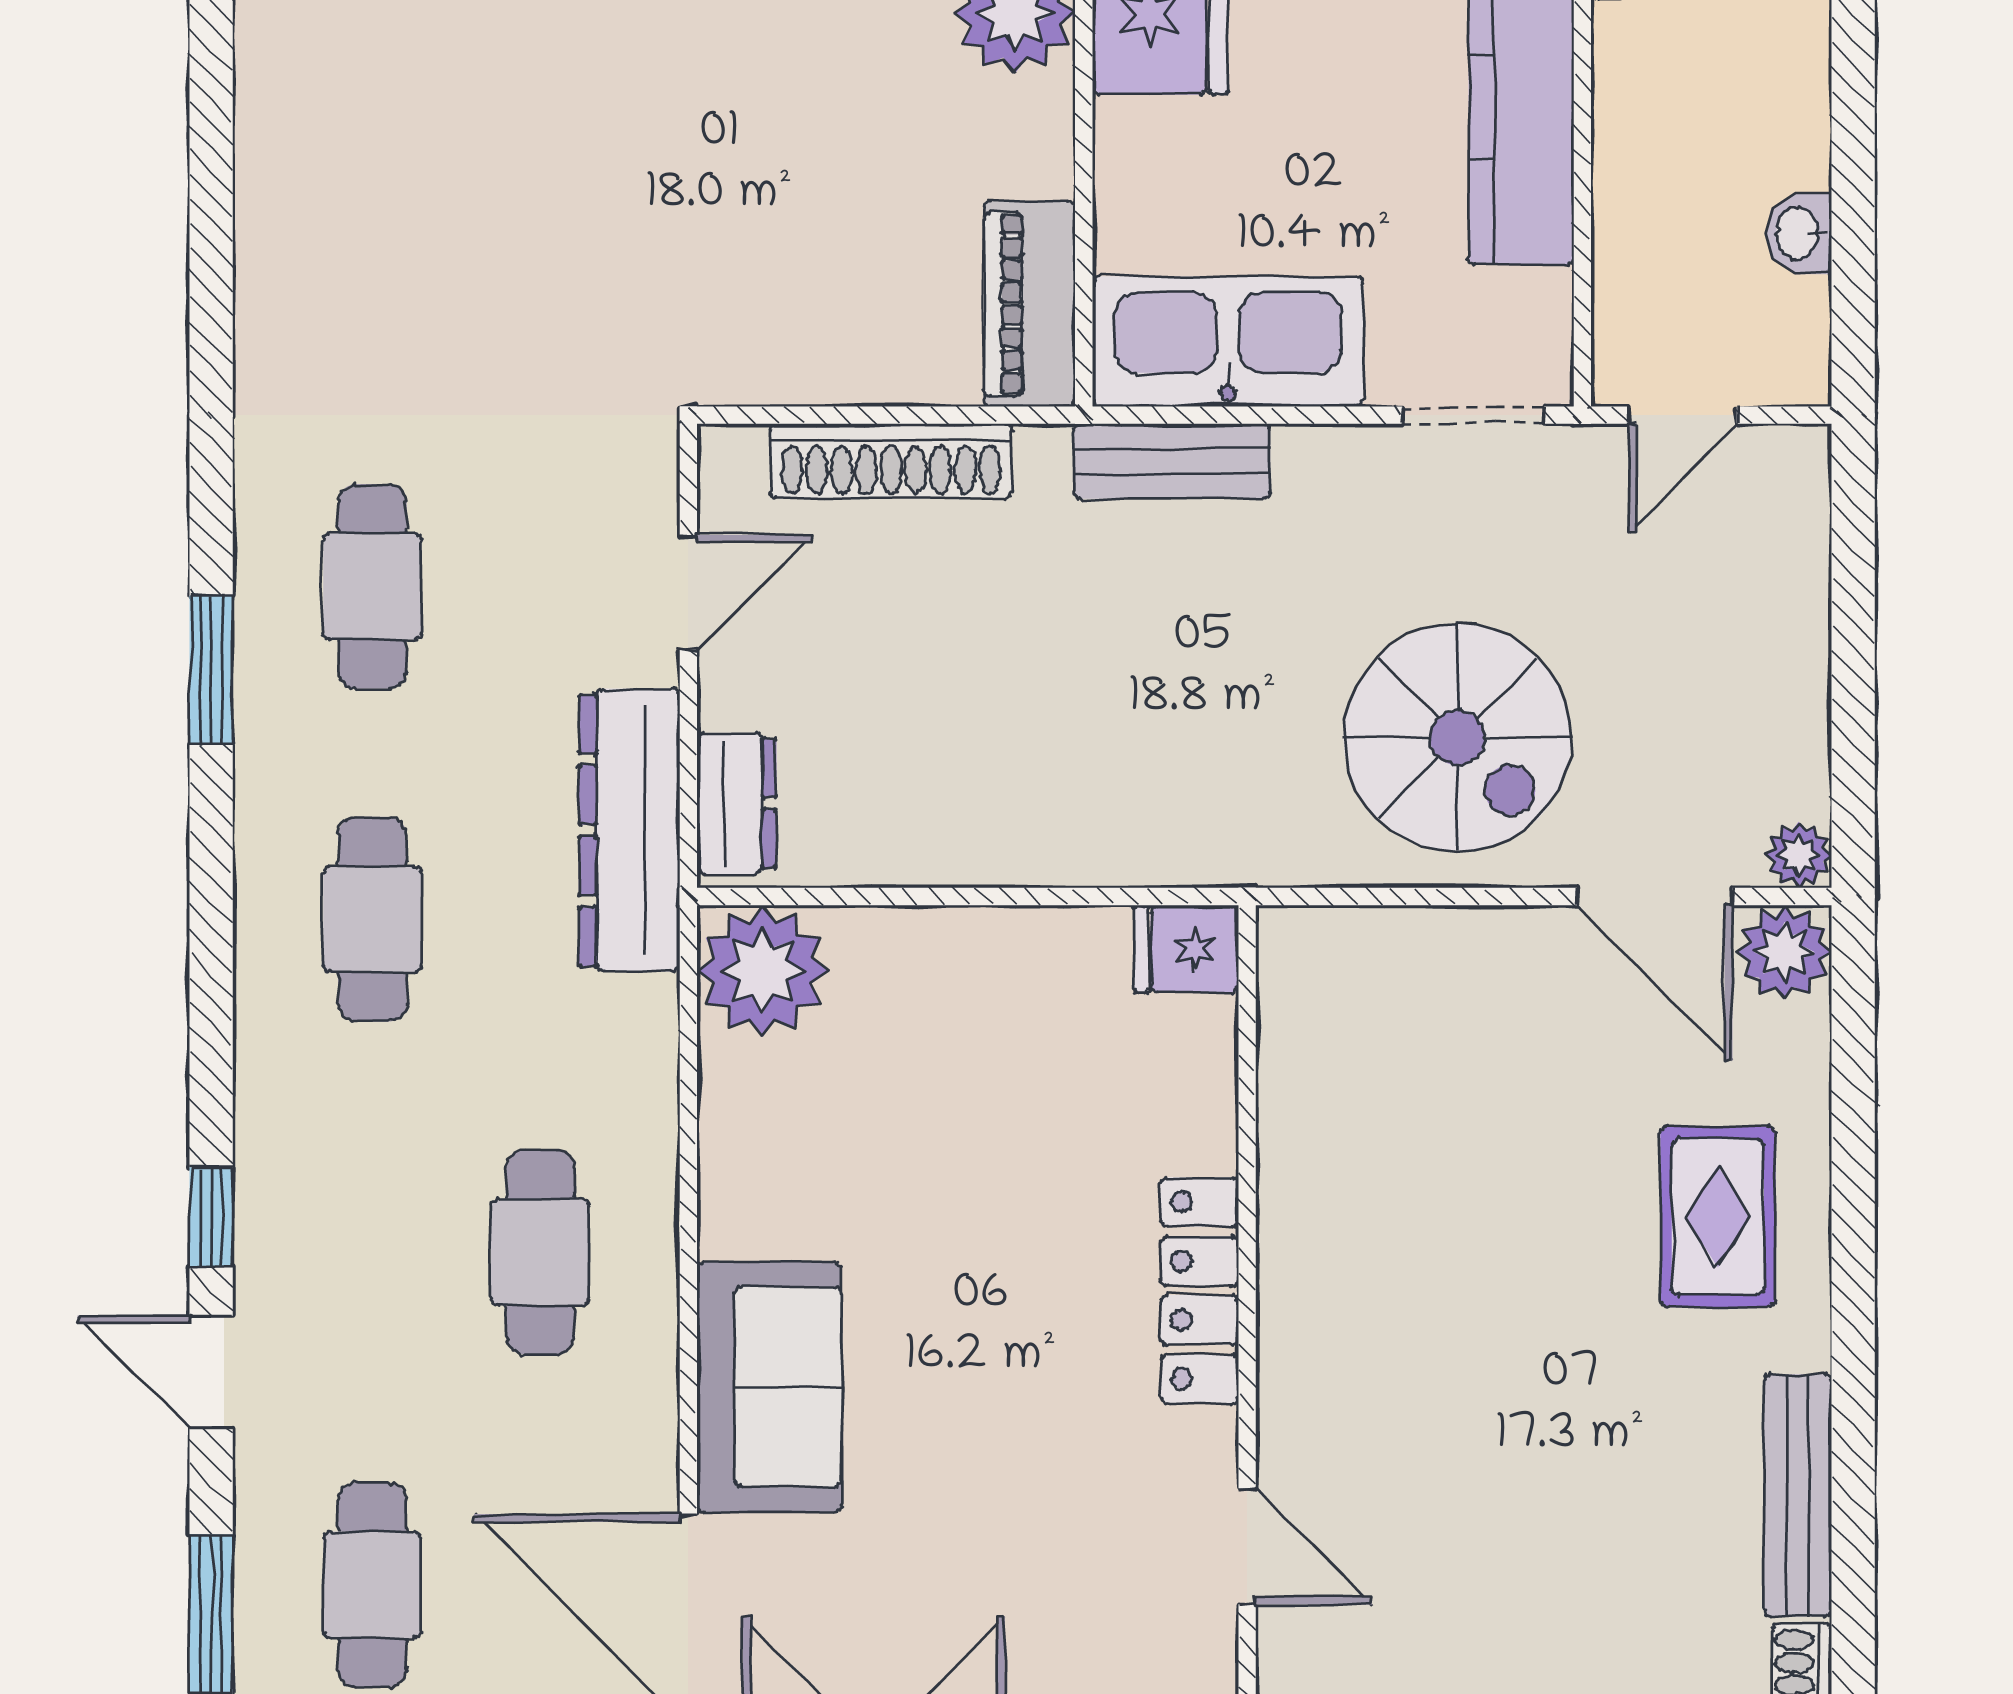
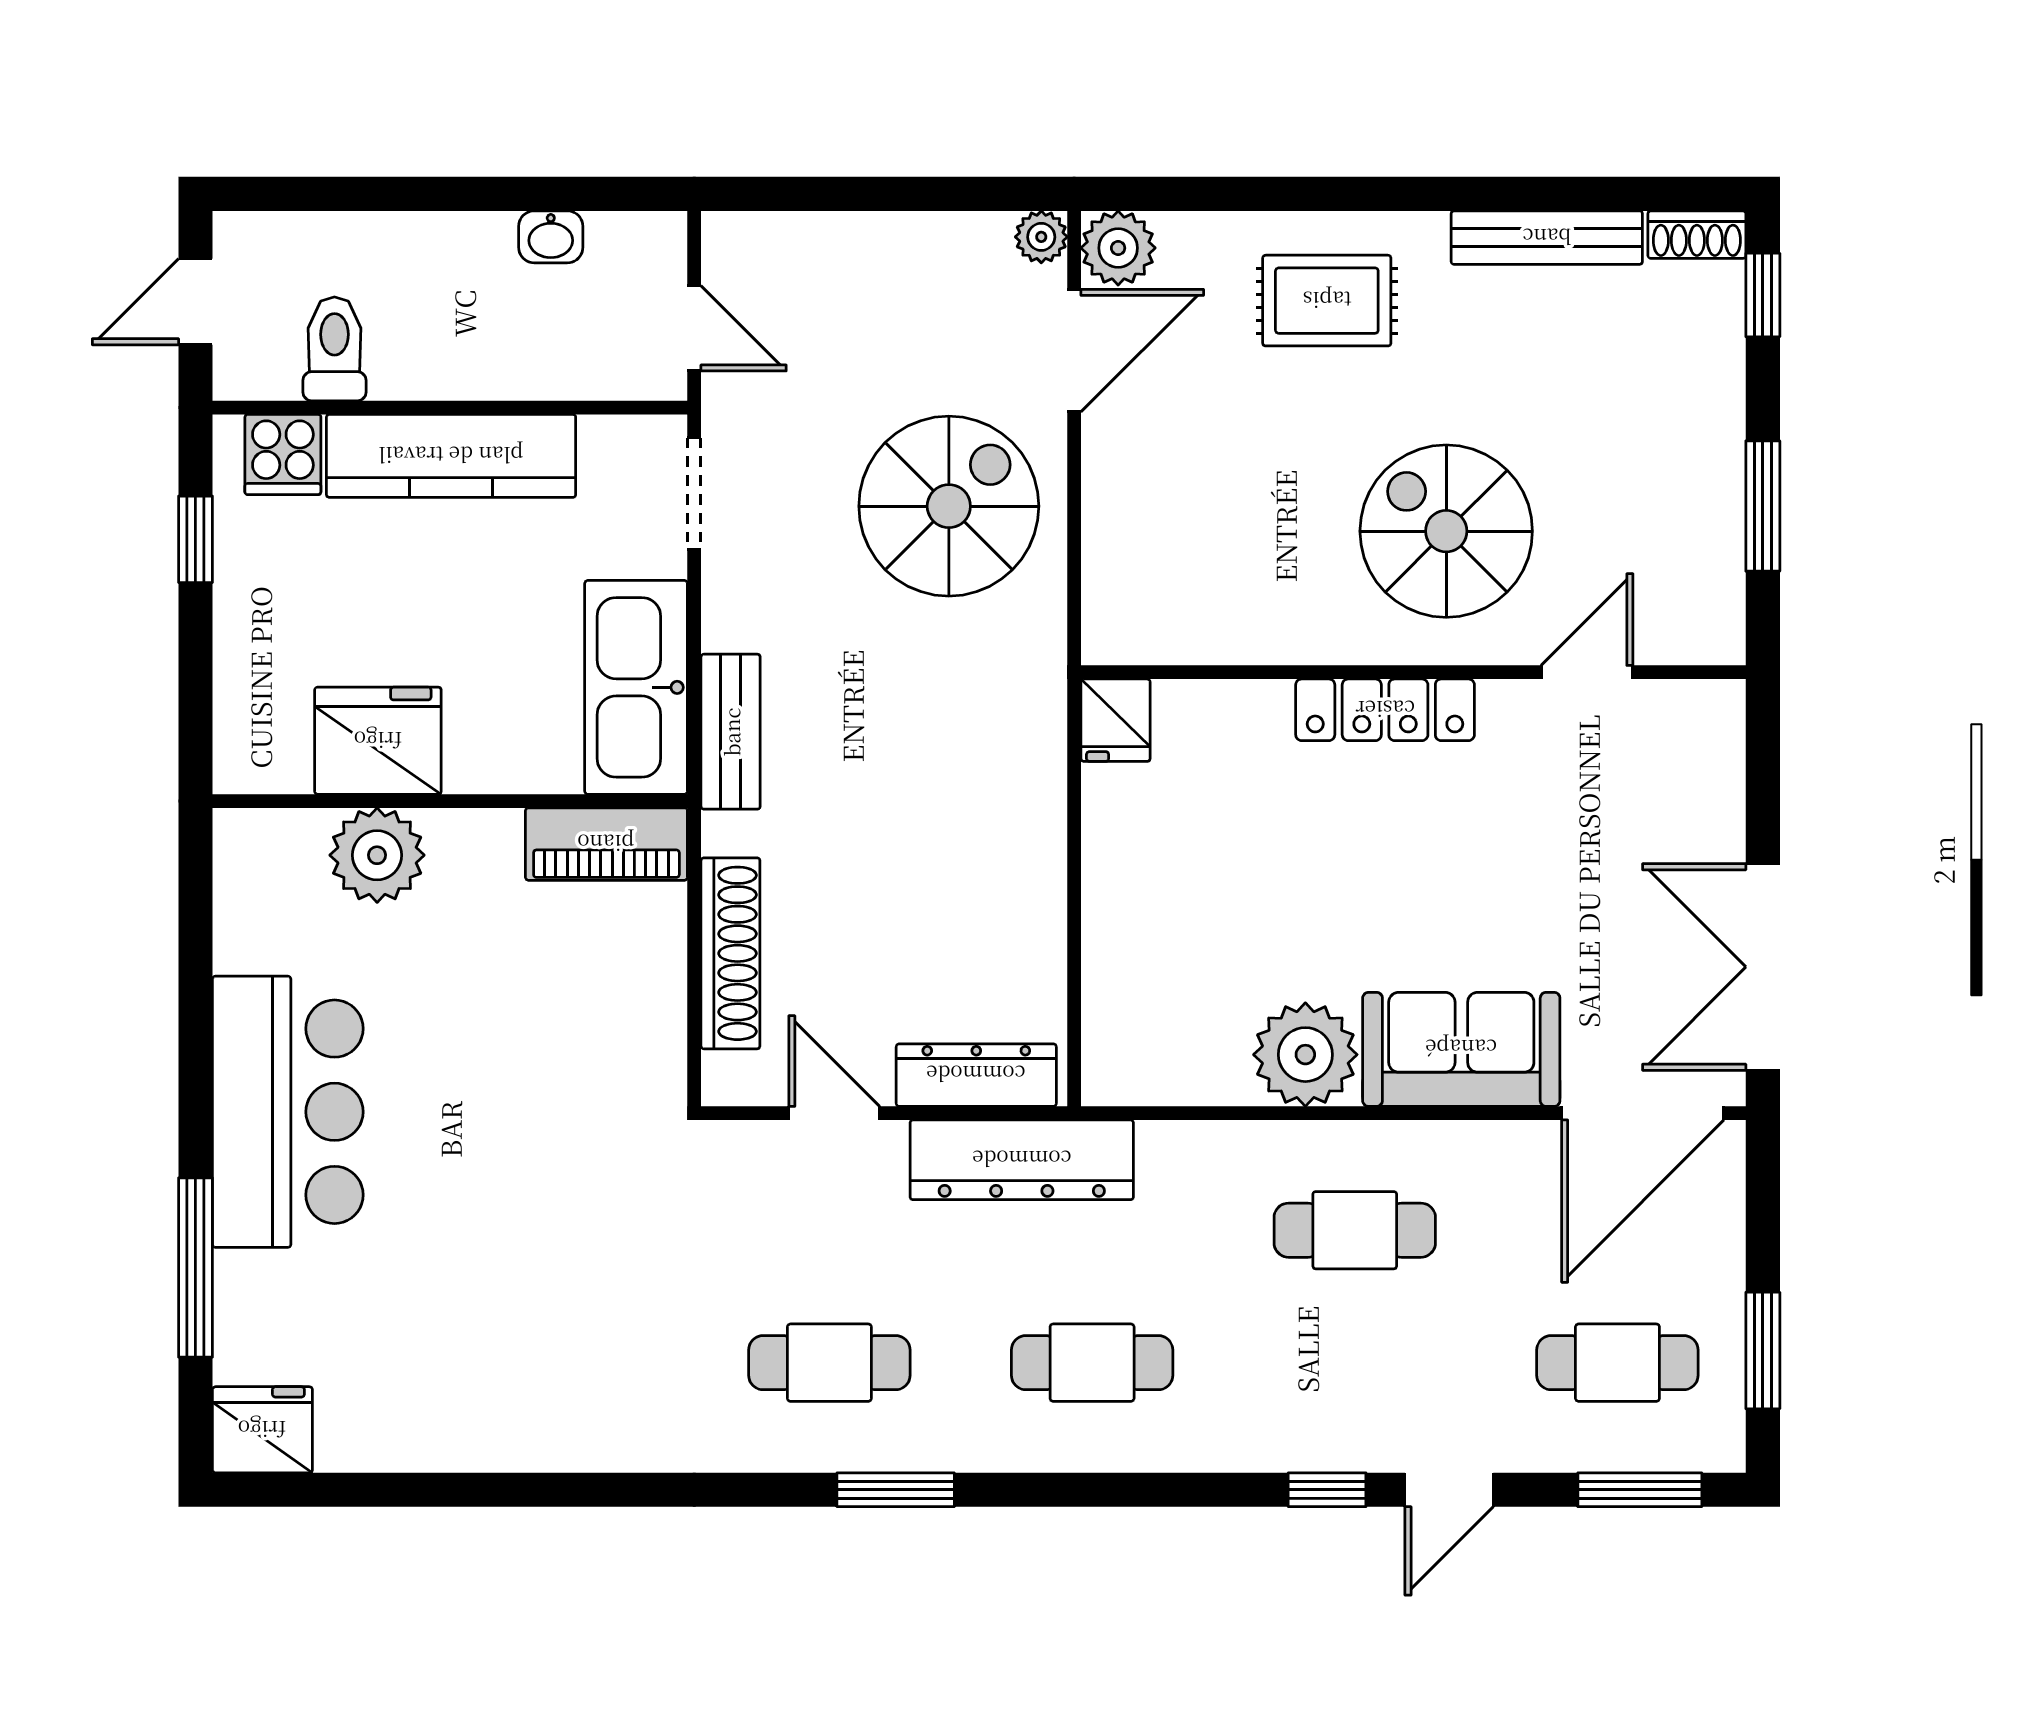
dresser: (737, 803) -> (976, 1075), width x1.44
plant: (763, 971) -> (1305, 1055), moved
spiral stairs: (1426, 1368) -> (1446, 531), added

